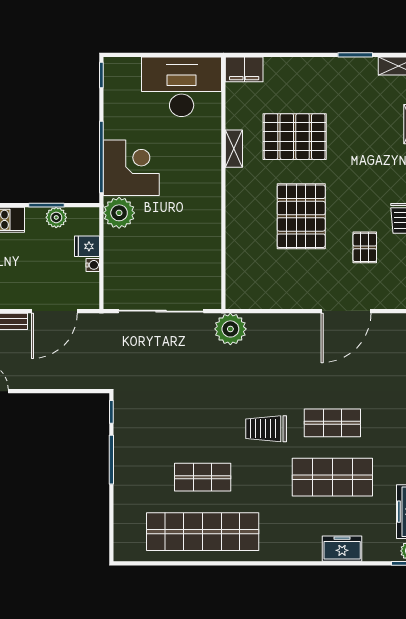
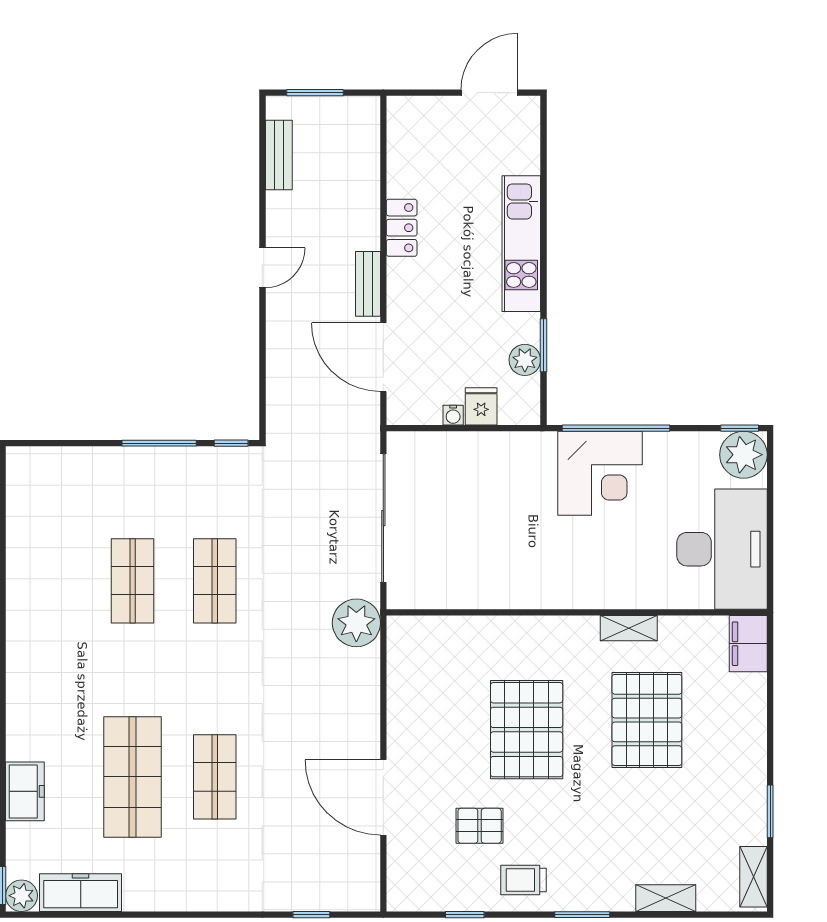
plant: (119, 213) -> (743, 455), moved
pallet: (301, 216) -> (527, 730), turned 90
trolley: (266, 429) -> (206, 677), removed
shop shelf: (203, 532) -> (215, 581), moved, width x0.50, depth x0.74

